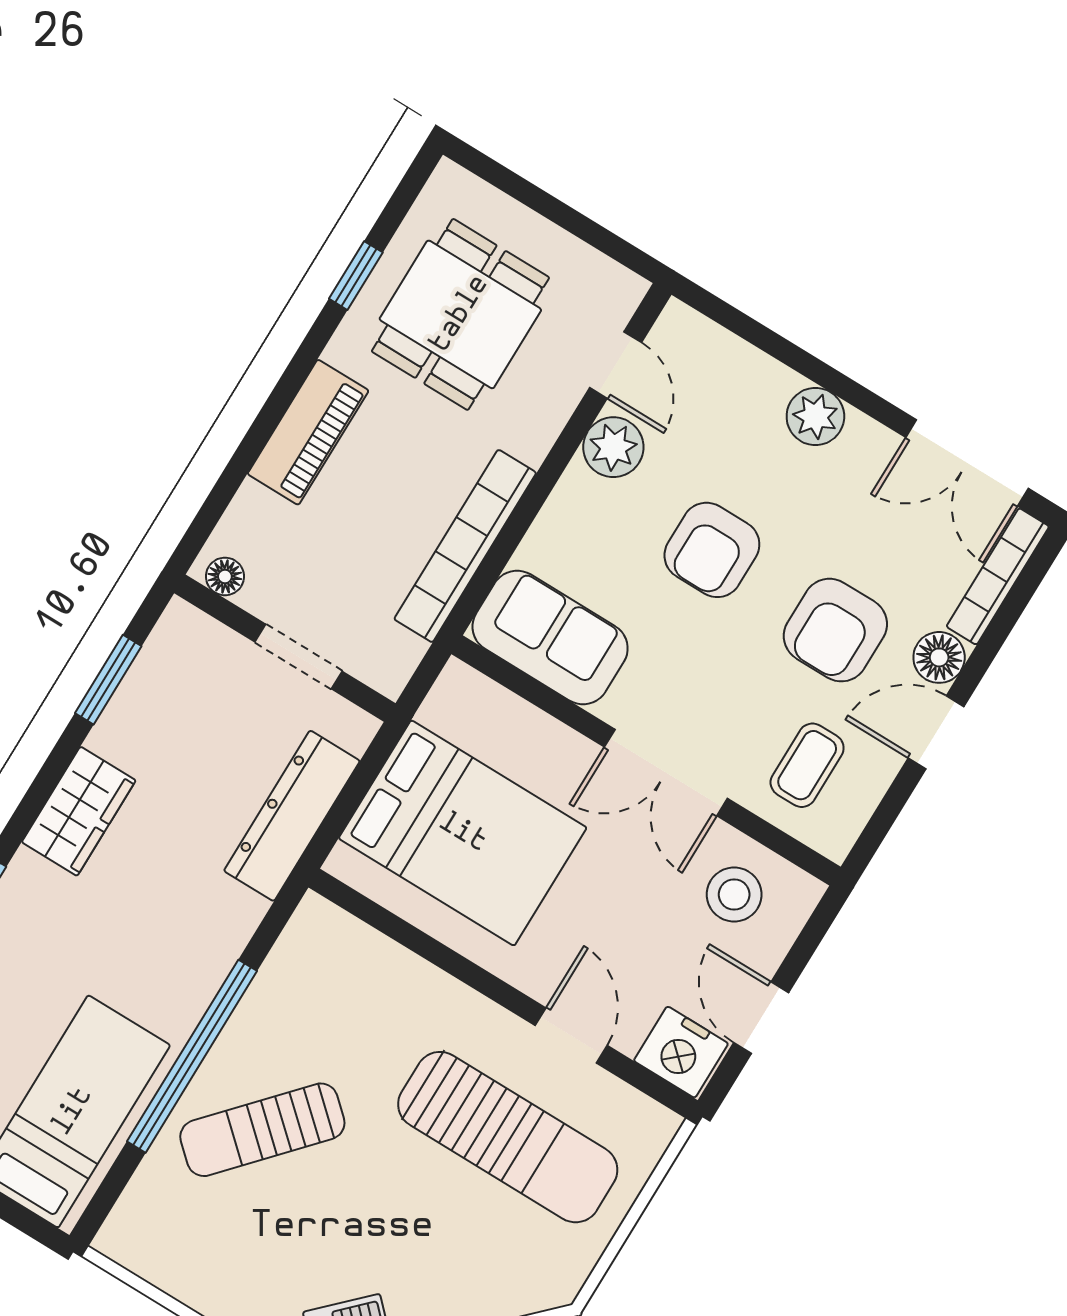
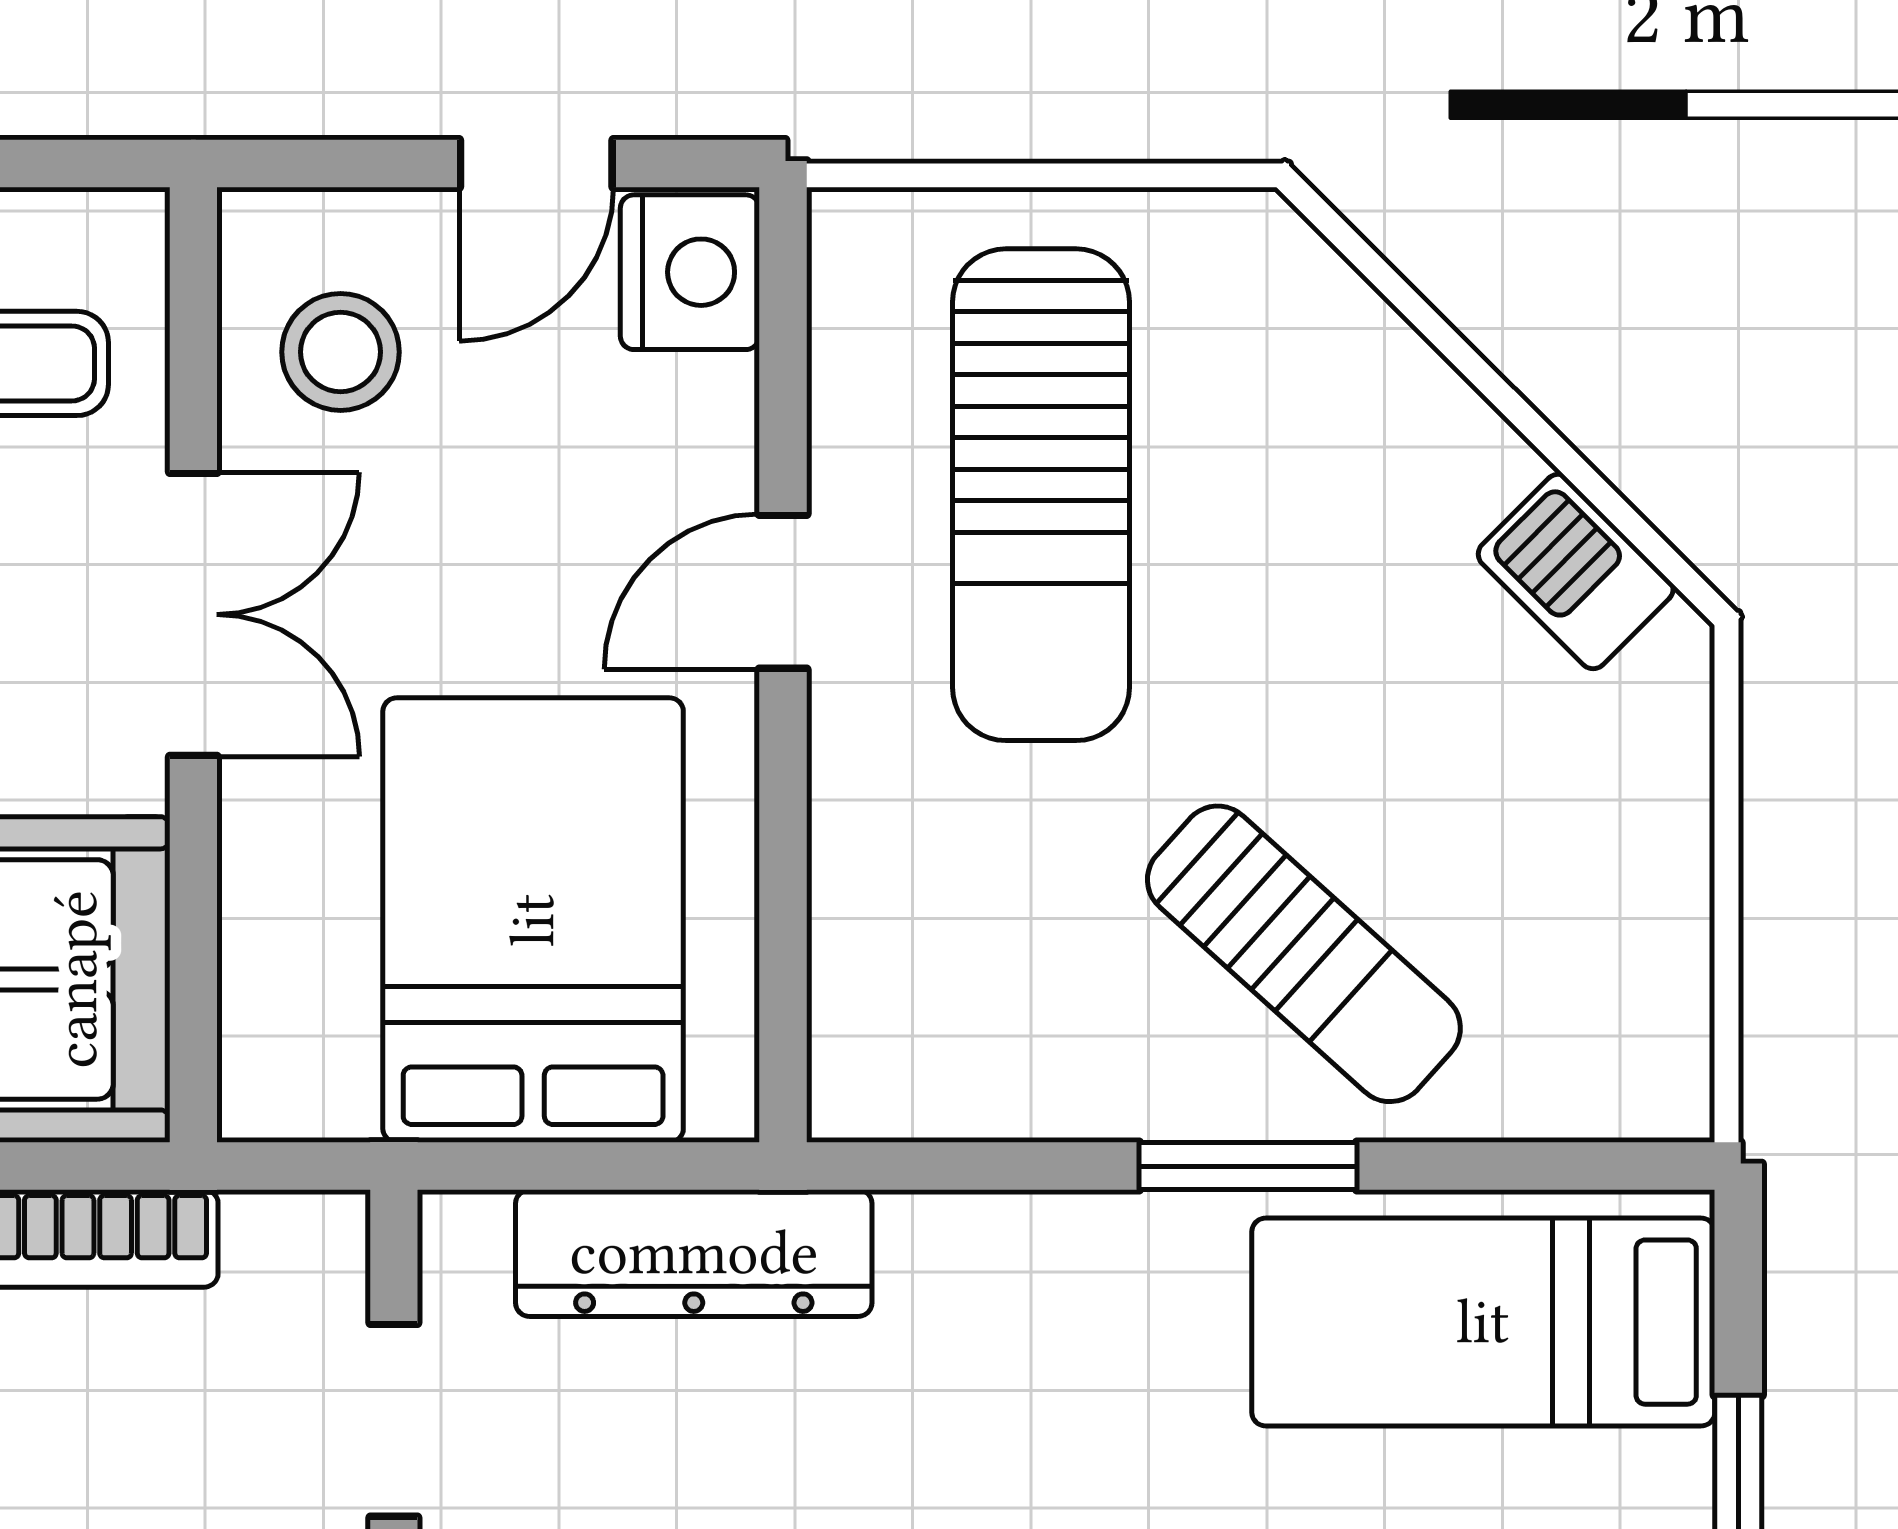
door: (571, 1035) -> (783, 592), moved
window: (192, 1056) -> (1248, 1166), width x0.47
sun lounger: (508, 1137) -> (1041, 495), turned 180

